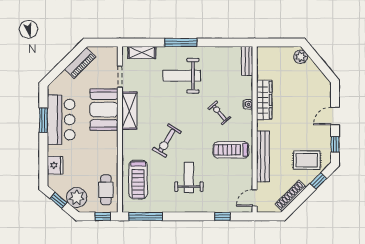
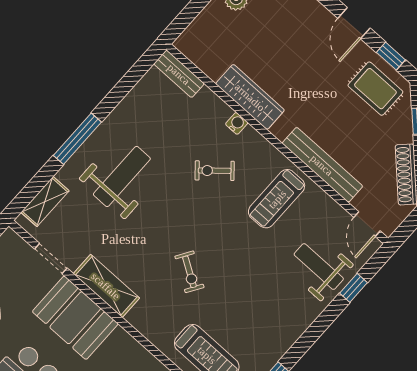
weight bench: (182, 76) -> (122, 176), turned 180
exercise bike: (167, 141) -> (189, 272), width x0.73, depth x0.72
rug: (307, 160) -> (375, 89), moved, turned 90
weight bench: (189, 177) -> (319, 267), moved

